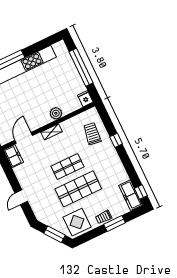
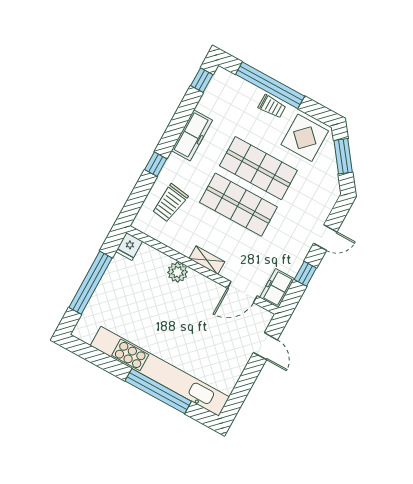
shop shelf: (68, 166) -> (238, 205), width x1.43, depth x1.36
window: (11, 175) -> (305, 274), added
freezer: (130, 195) -> (192, 135), moved
window: (115, 223) -> (270, 85), width x2.11

